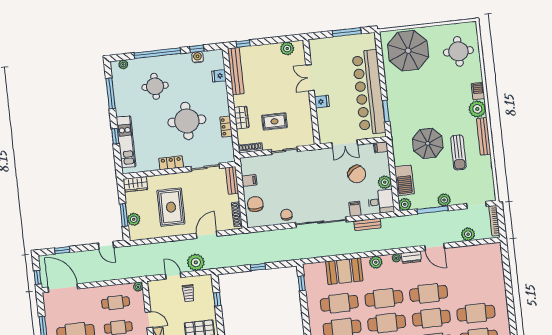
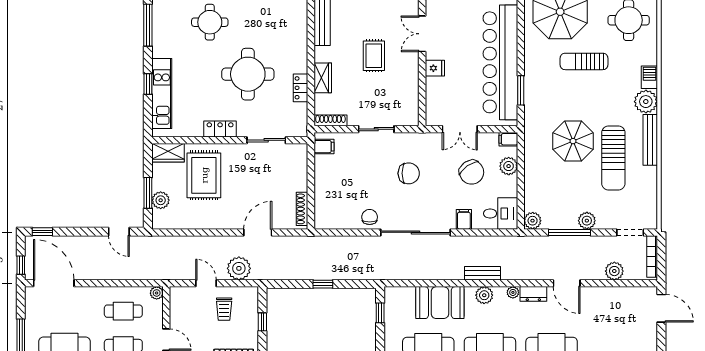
fridge: (219, 76) -> (298, 18), removed
sun lounger: (429, 85) -> (584, 61), added
rug: (274, 121) -> (374, 56), moved, turned 90
sun lounger: (458, 152) -> (613, 158), width x1.36, depth x1.34
bench: (232, 180) -> (301, 162), removed
filing cabinet: (249, 180) -> (324, 147), moved
barbecue: (404, 180) -> (535, 188), removed
plant: (385, 182) -> (509, 166), moved
chair: (255, 204) -> (409, 173), moved, turned 90
rug: (171, 207) -> (204, 175), moved
bench: (367, 224) -> (483, 273), moved
window: (62, 250) -> (42, 232), moved
door: (505, 257) -> (661, 308), added

